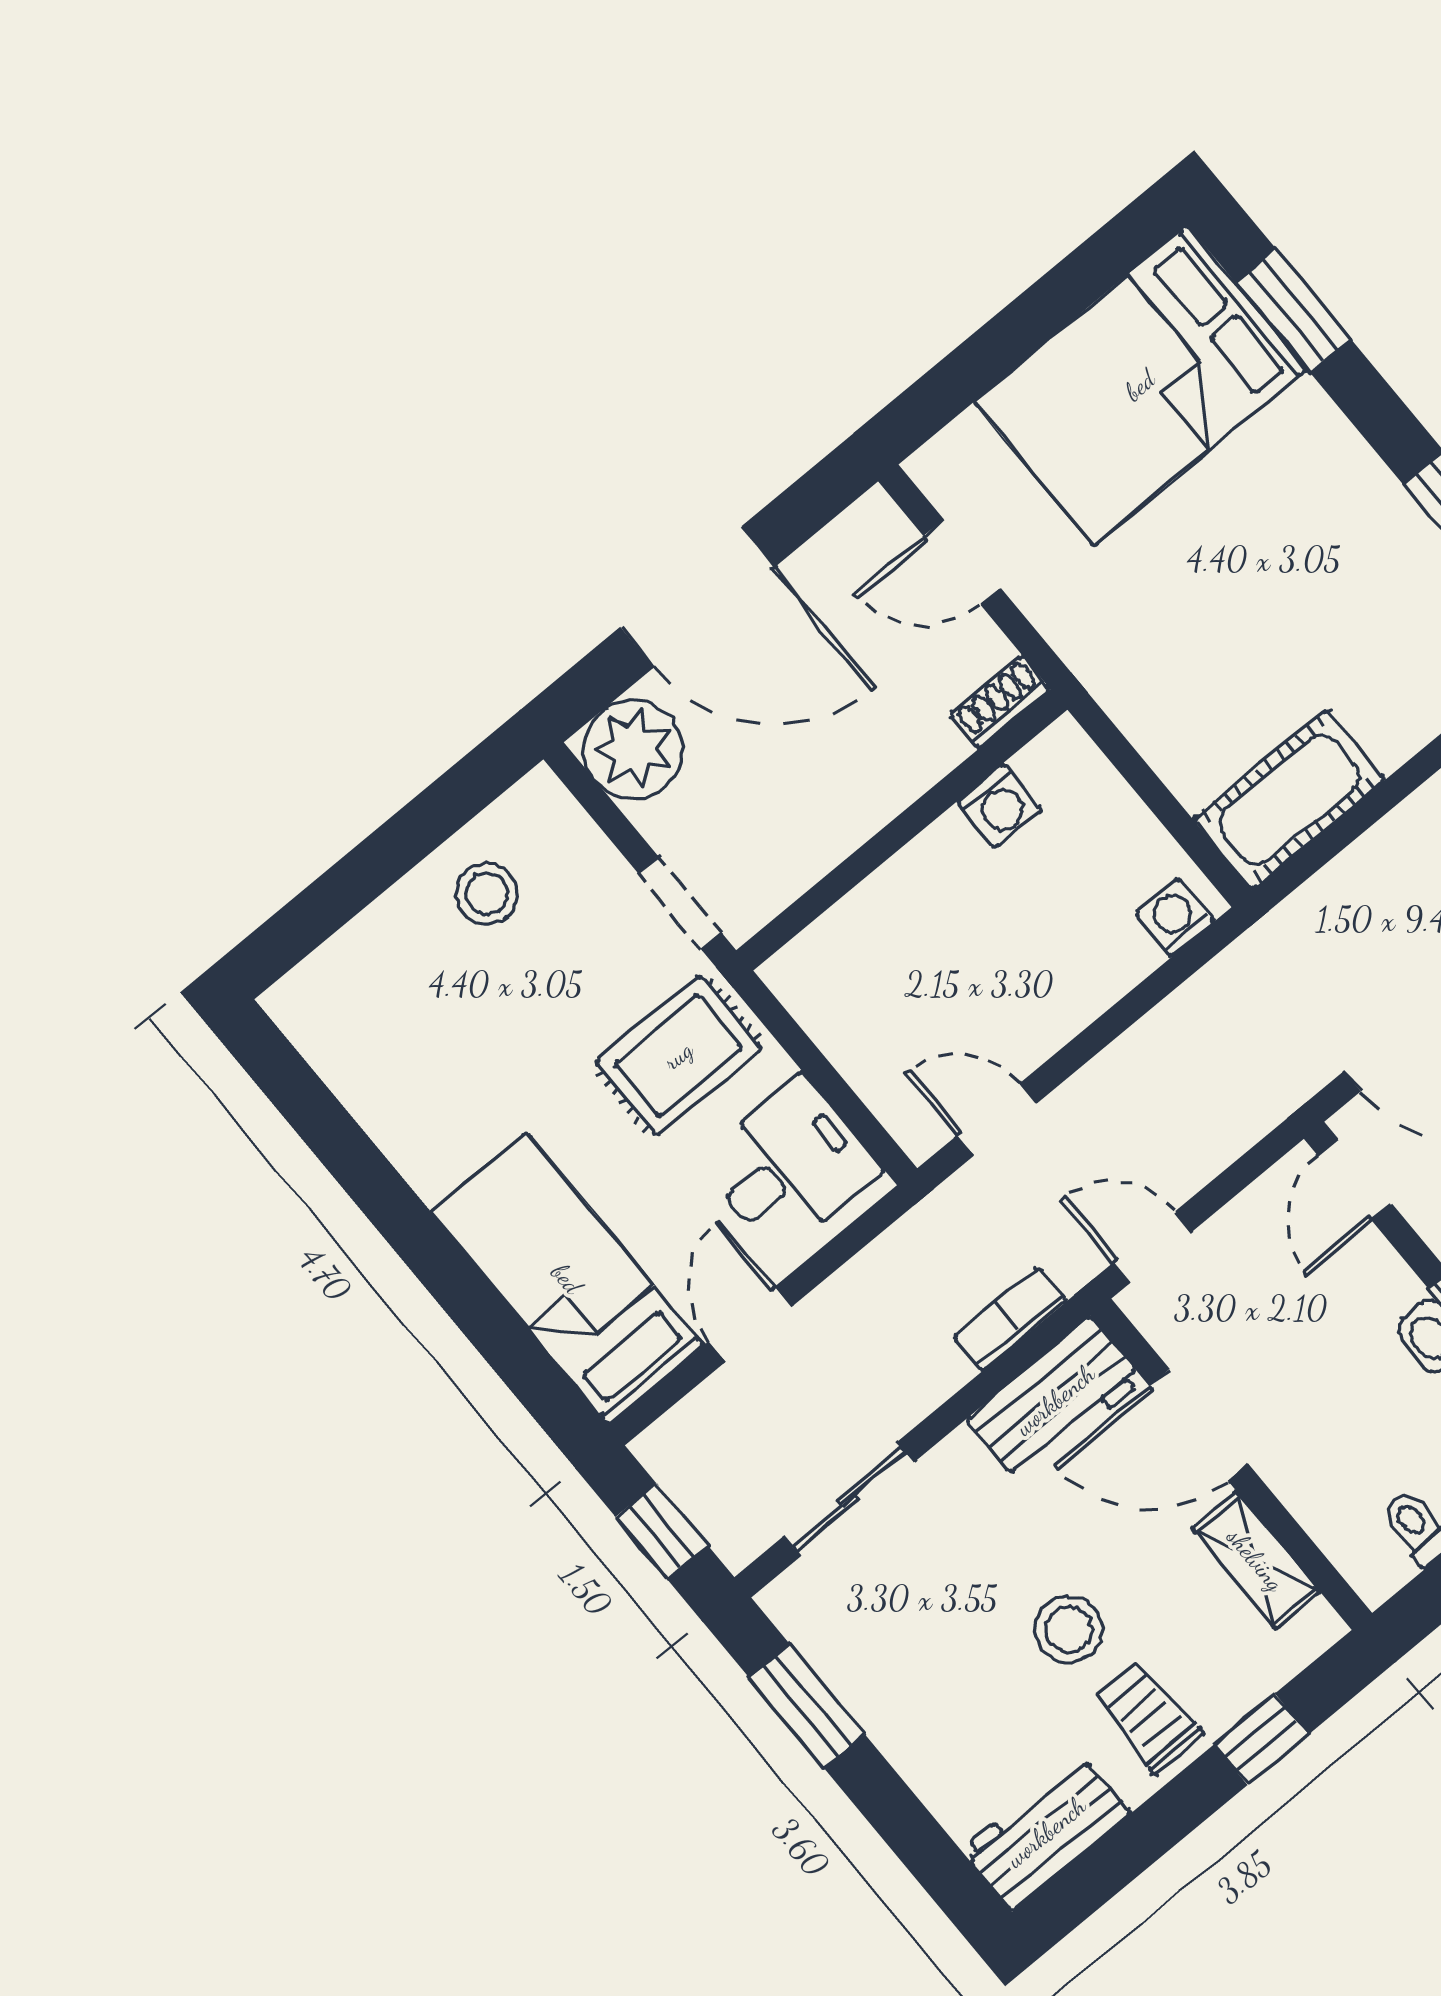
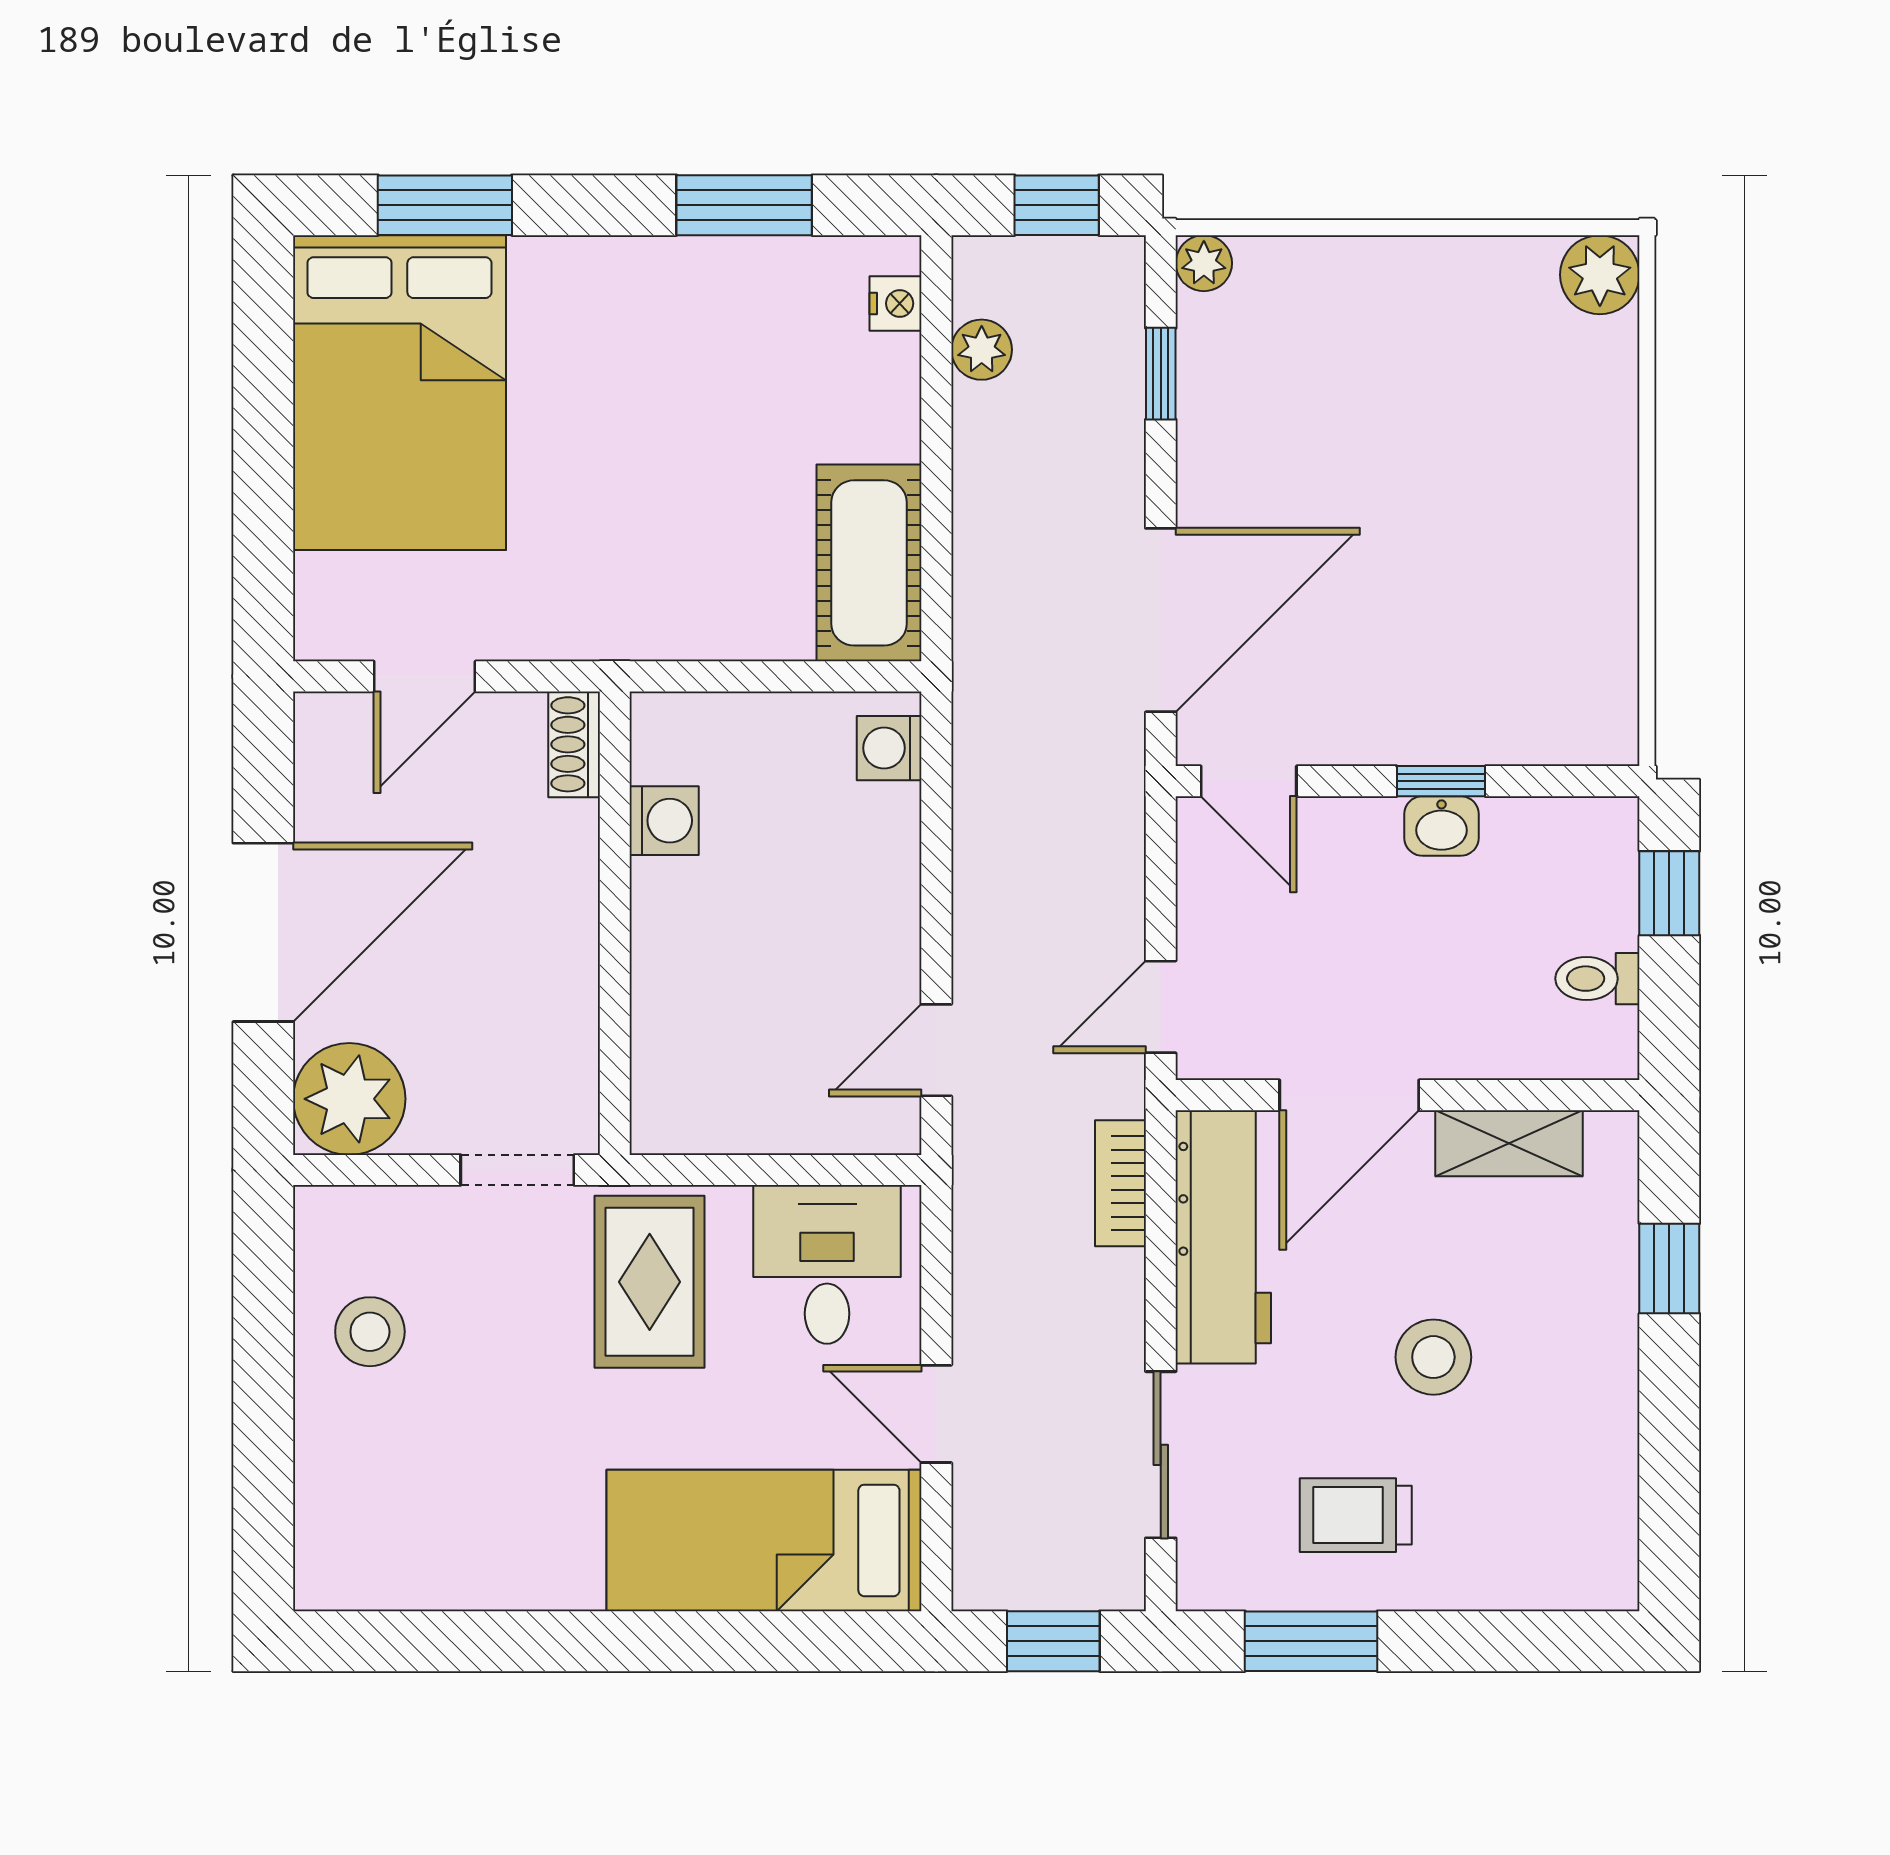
workbench: (1055, 1400) -> (1223, 1237), width x1.37
trolley: (1148, 1716) -> (1356, 1515), moved
workbench: (1046, 1832) -> (1594, 1524), removed

